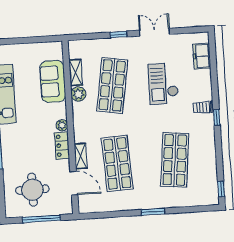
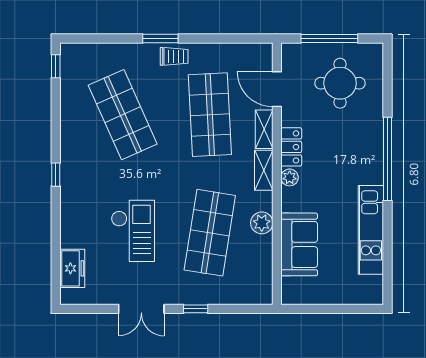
shelving: (76, 73) -> (264, 170), moved
trolley: (203, 107) -> (174, 56), moved
shop shelf: (175, 160) -> (123, 115), turned -30

